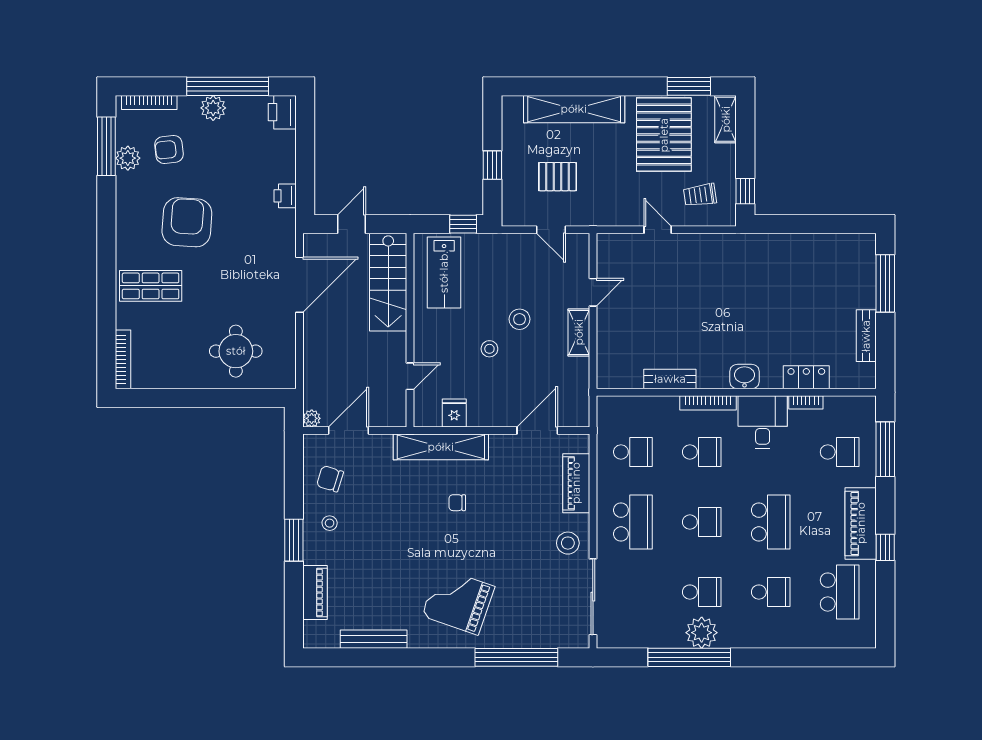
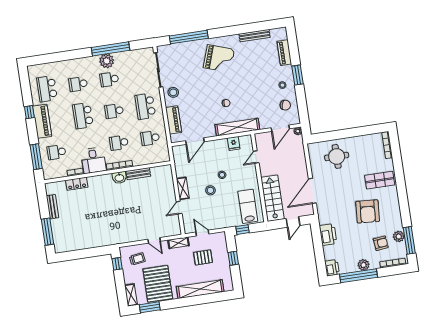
printer: (285, 196) -> (328, 235), width x1.87, depth x1.48
shelving: (606, 216) -> (178, 243), added
washbasin: (744, 377) -> (119, 178), moved

